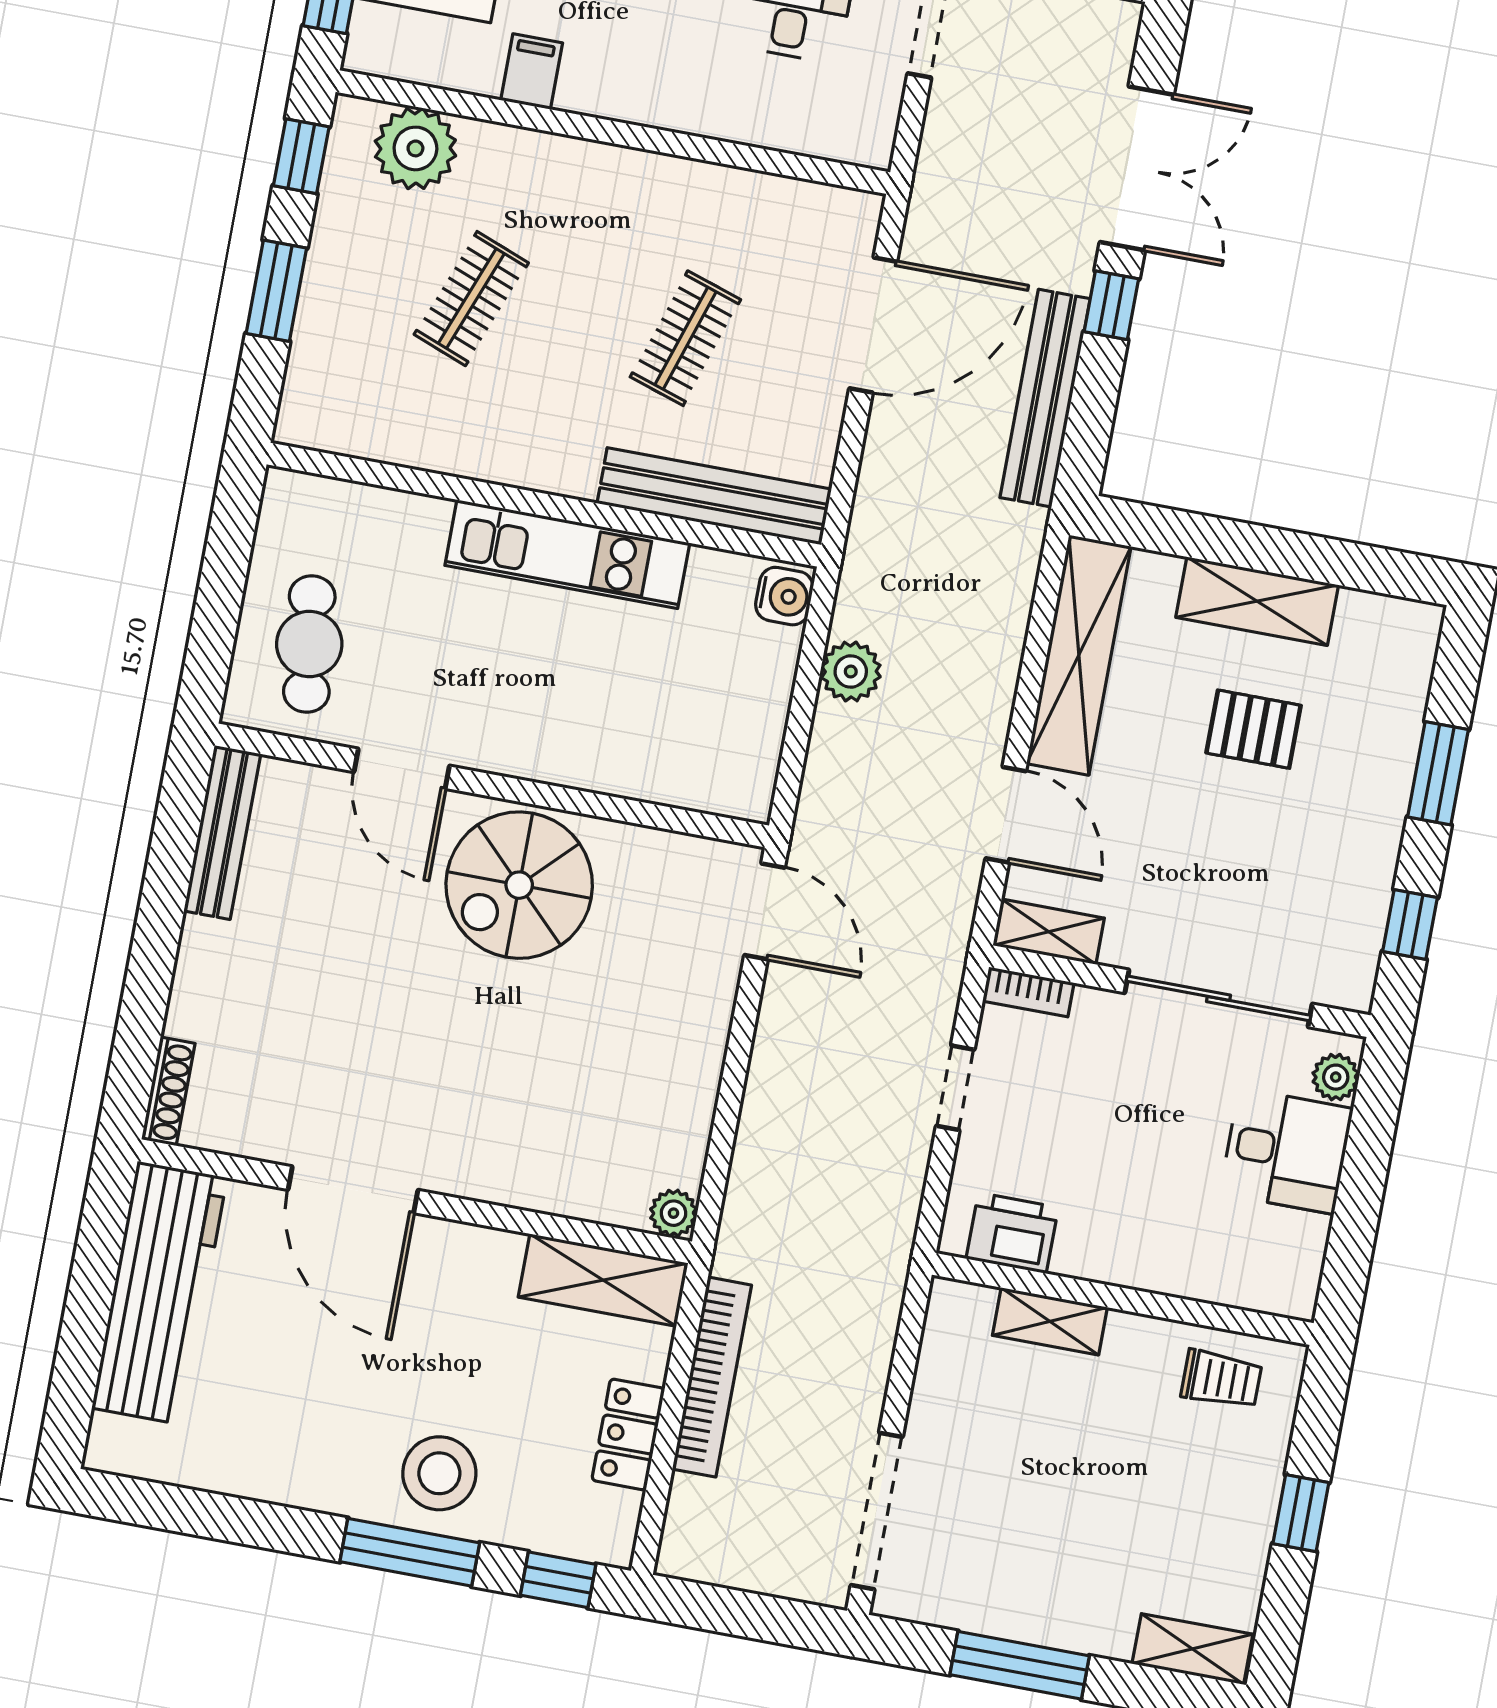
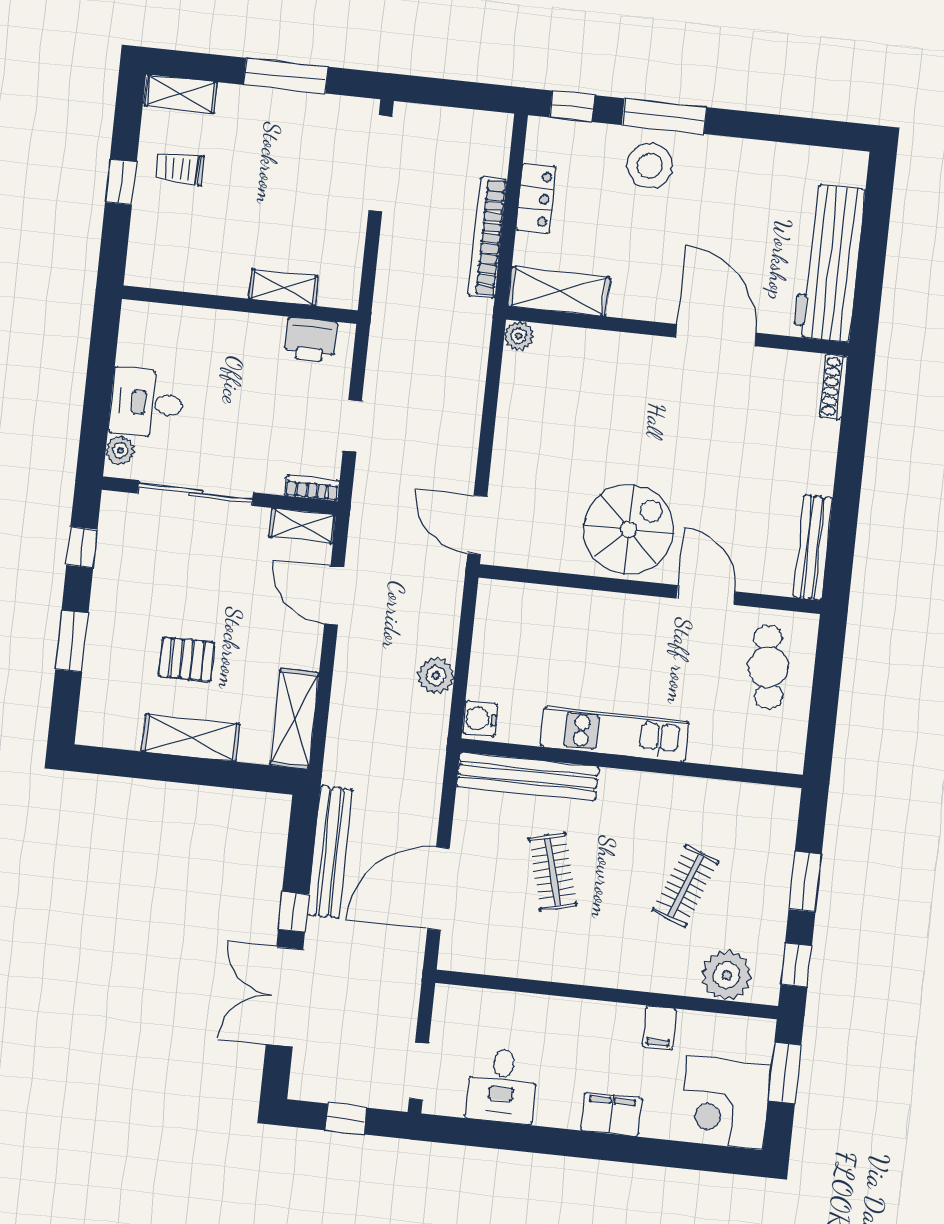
clothes rail: (685, 338) -> (553, 872), turned -33
shelving: (1079, 655) -> (295, 719), width x0.68
trolley: (1221, 1379) -> (180, 169), moved

